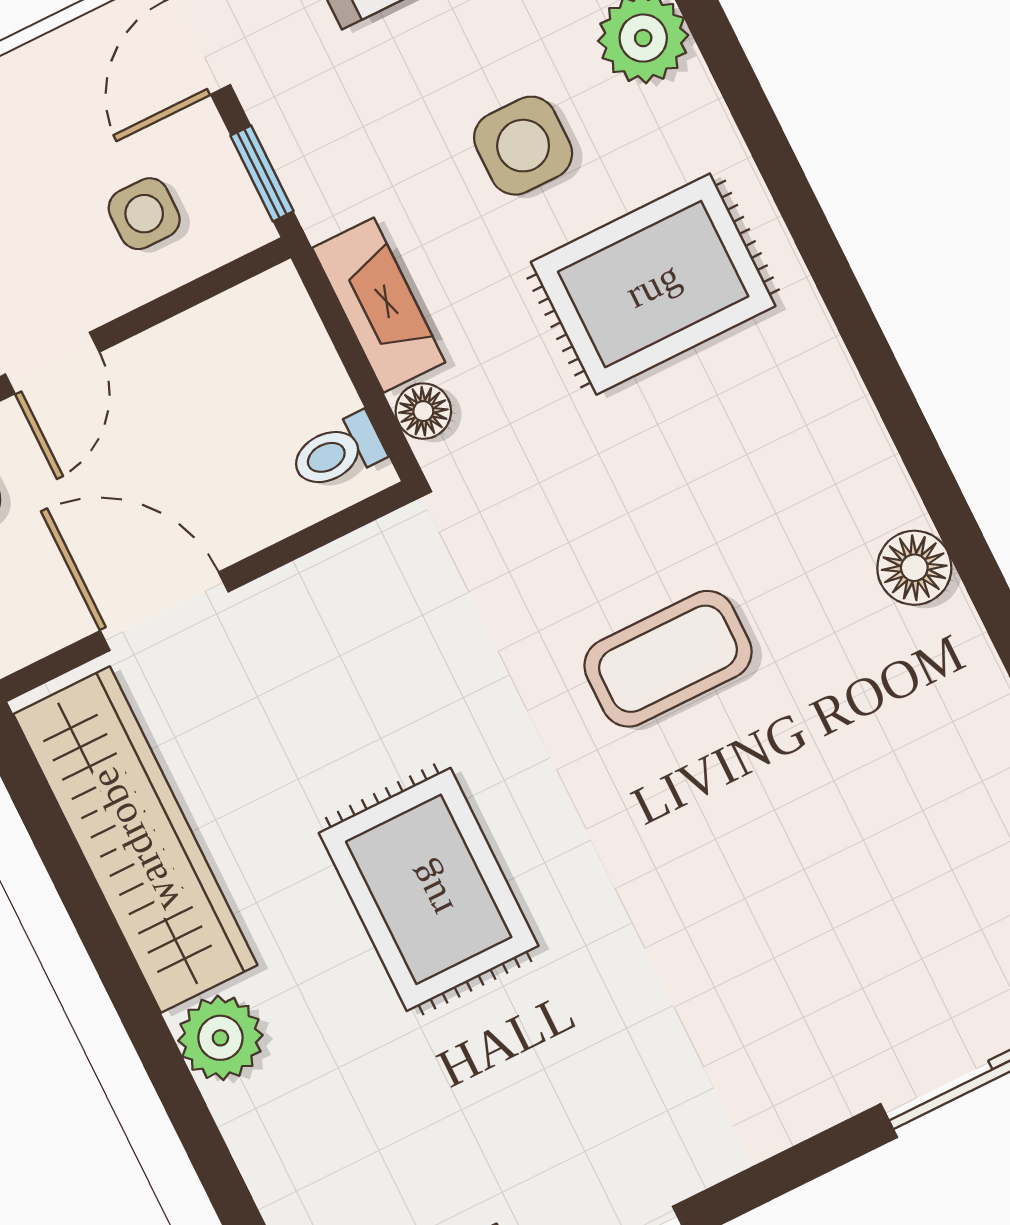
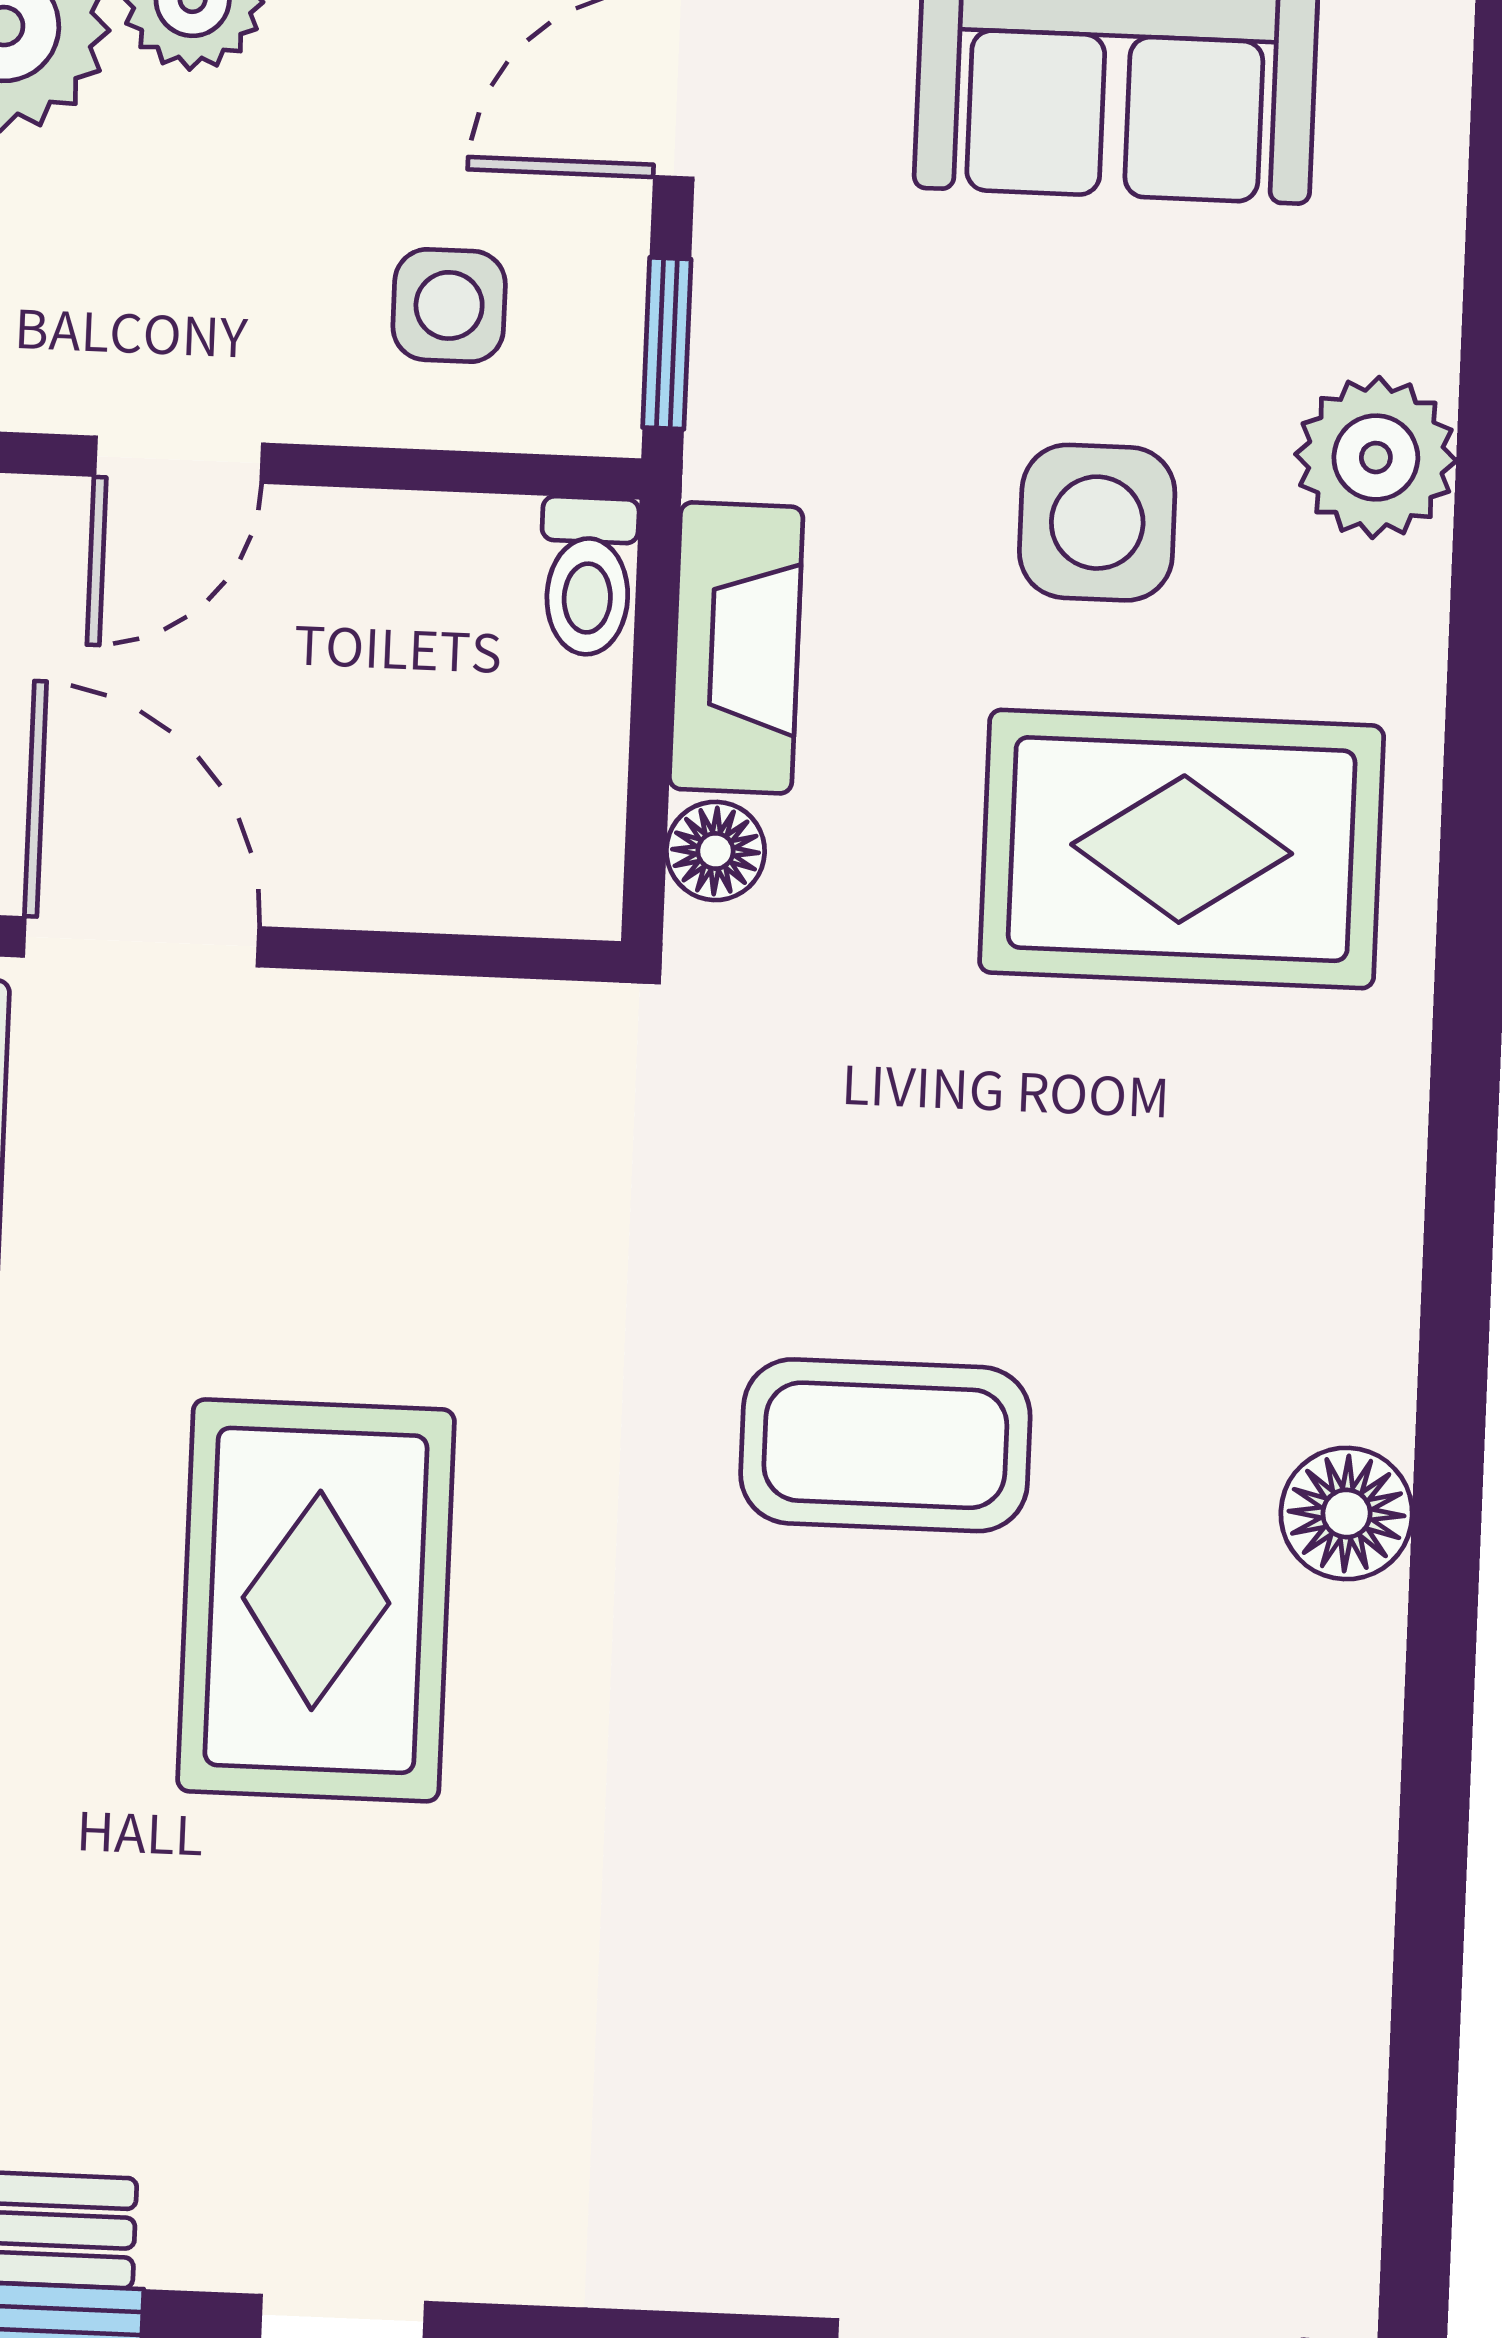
toilet: (337, 452) -> (588, 576), moved, turned -90

